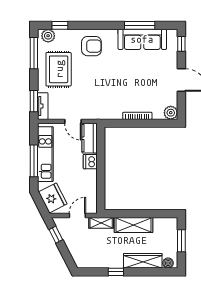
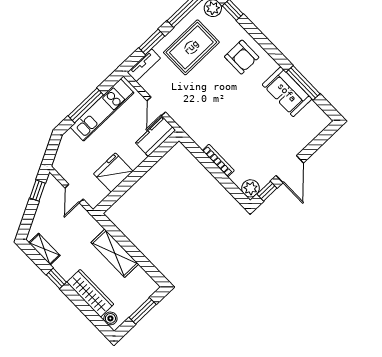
sofa: (142, 39) -> (287, 92), width x0.73
window: (181, 44) -> (267, 191), moved
window: (34, 101) -> (152, 42), moved
dishwasher: (90, 162) -> (135, 158), removed
fridge: (53, 198) -> (113, 173), moved, turned -153
door: (77, 216) -> (74, 193), swing flipped
shelving: (101, 223) -> (44, 249), moved

